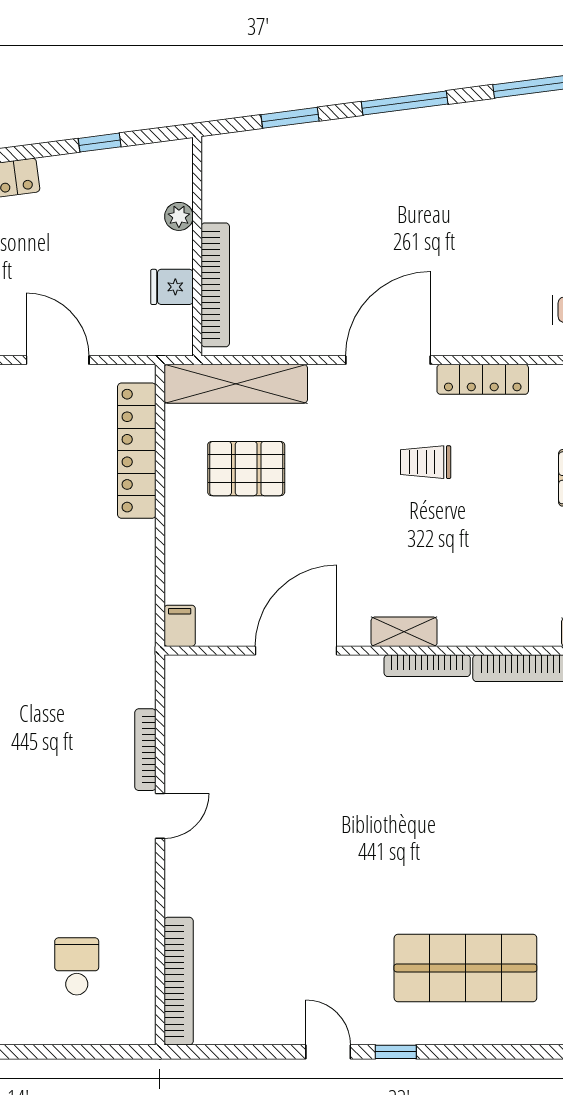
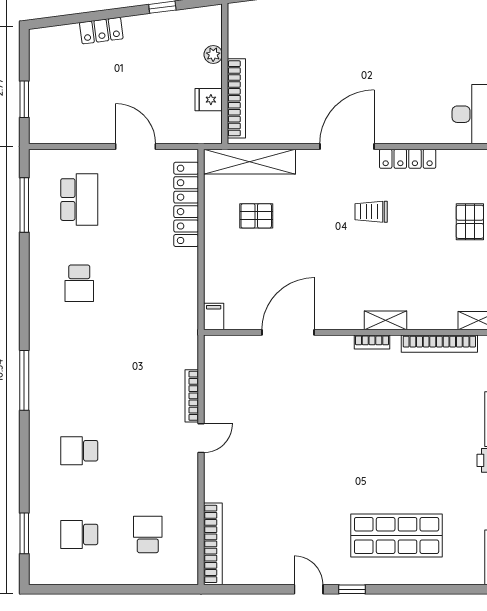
pallet: (246, 469) -> (256, 216), width x0.67, depth x0.71
shelving: (404, 632) -> (385, 320), moved
bookcase: (427, 666) -> (372, 342), width x0.64

